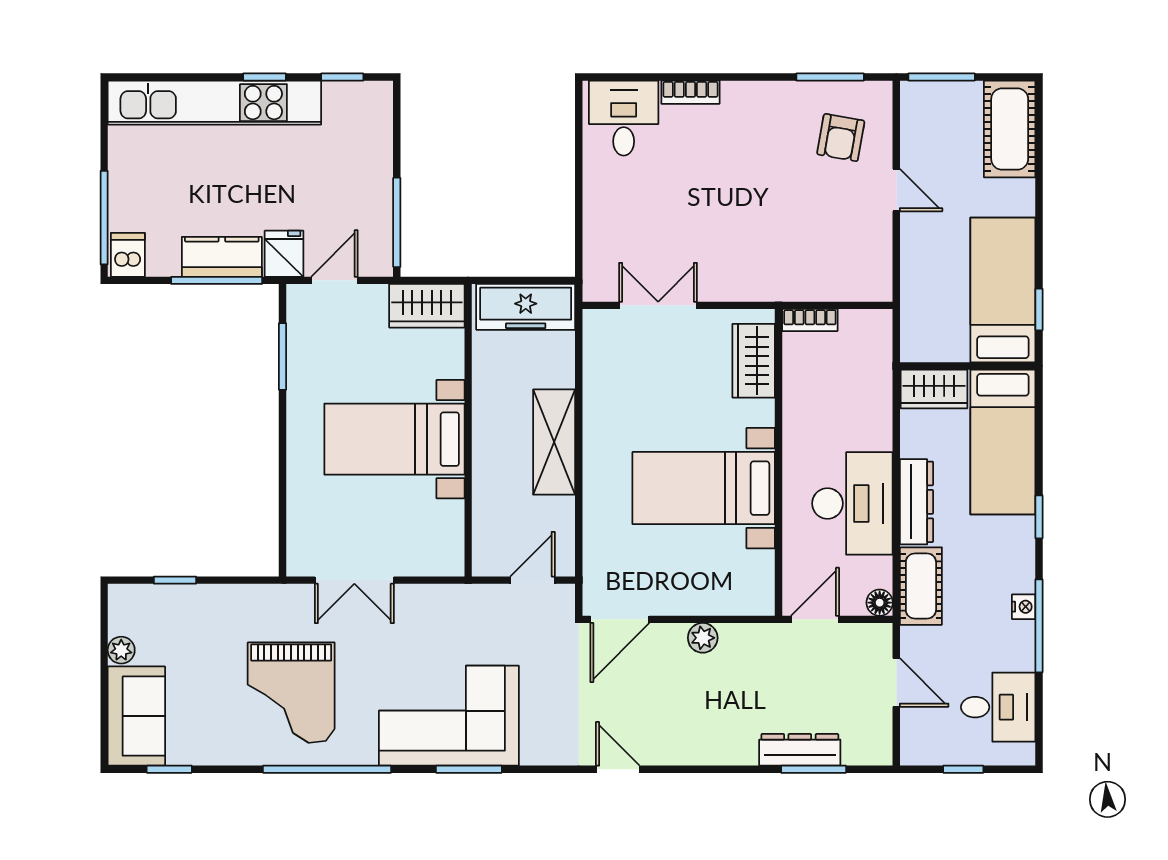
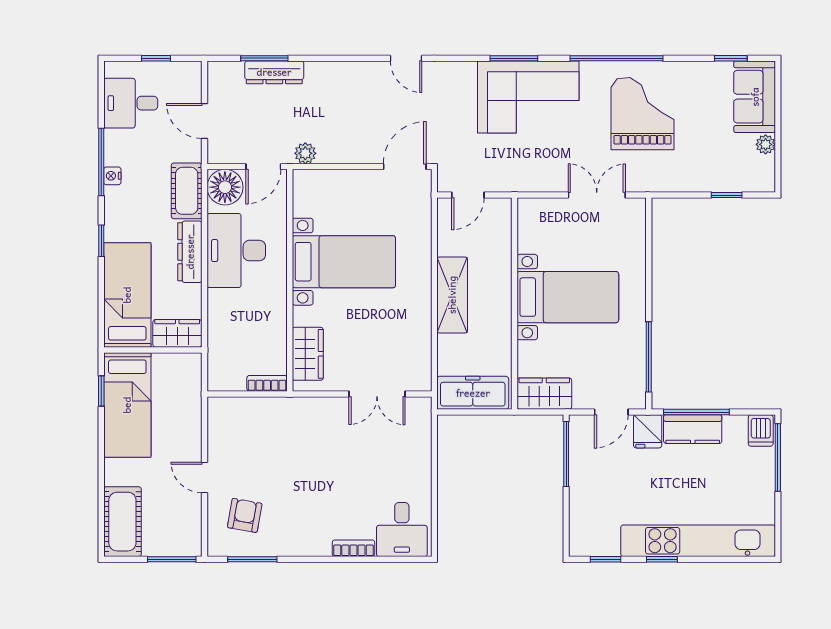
window: (283, 356) -> (649, 357), width x1.44
floor lamp: (880, 603) -> (225, 187), width x1.89, depth x1.89
plant: (703, 638) -> (305, 153), moved

